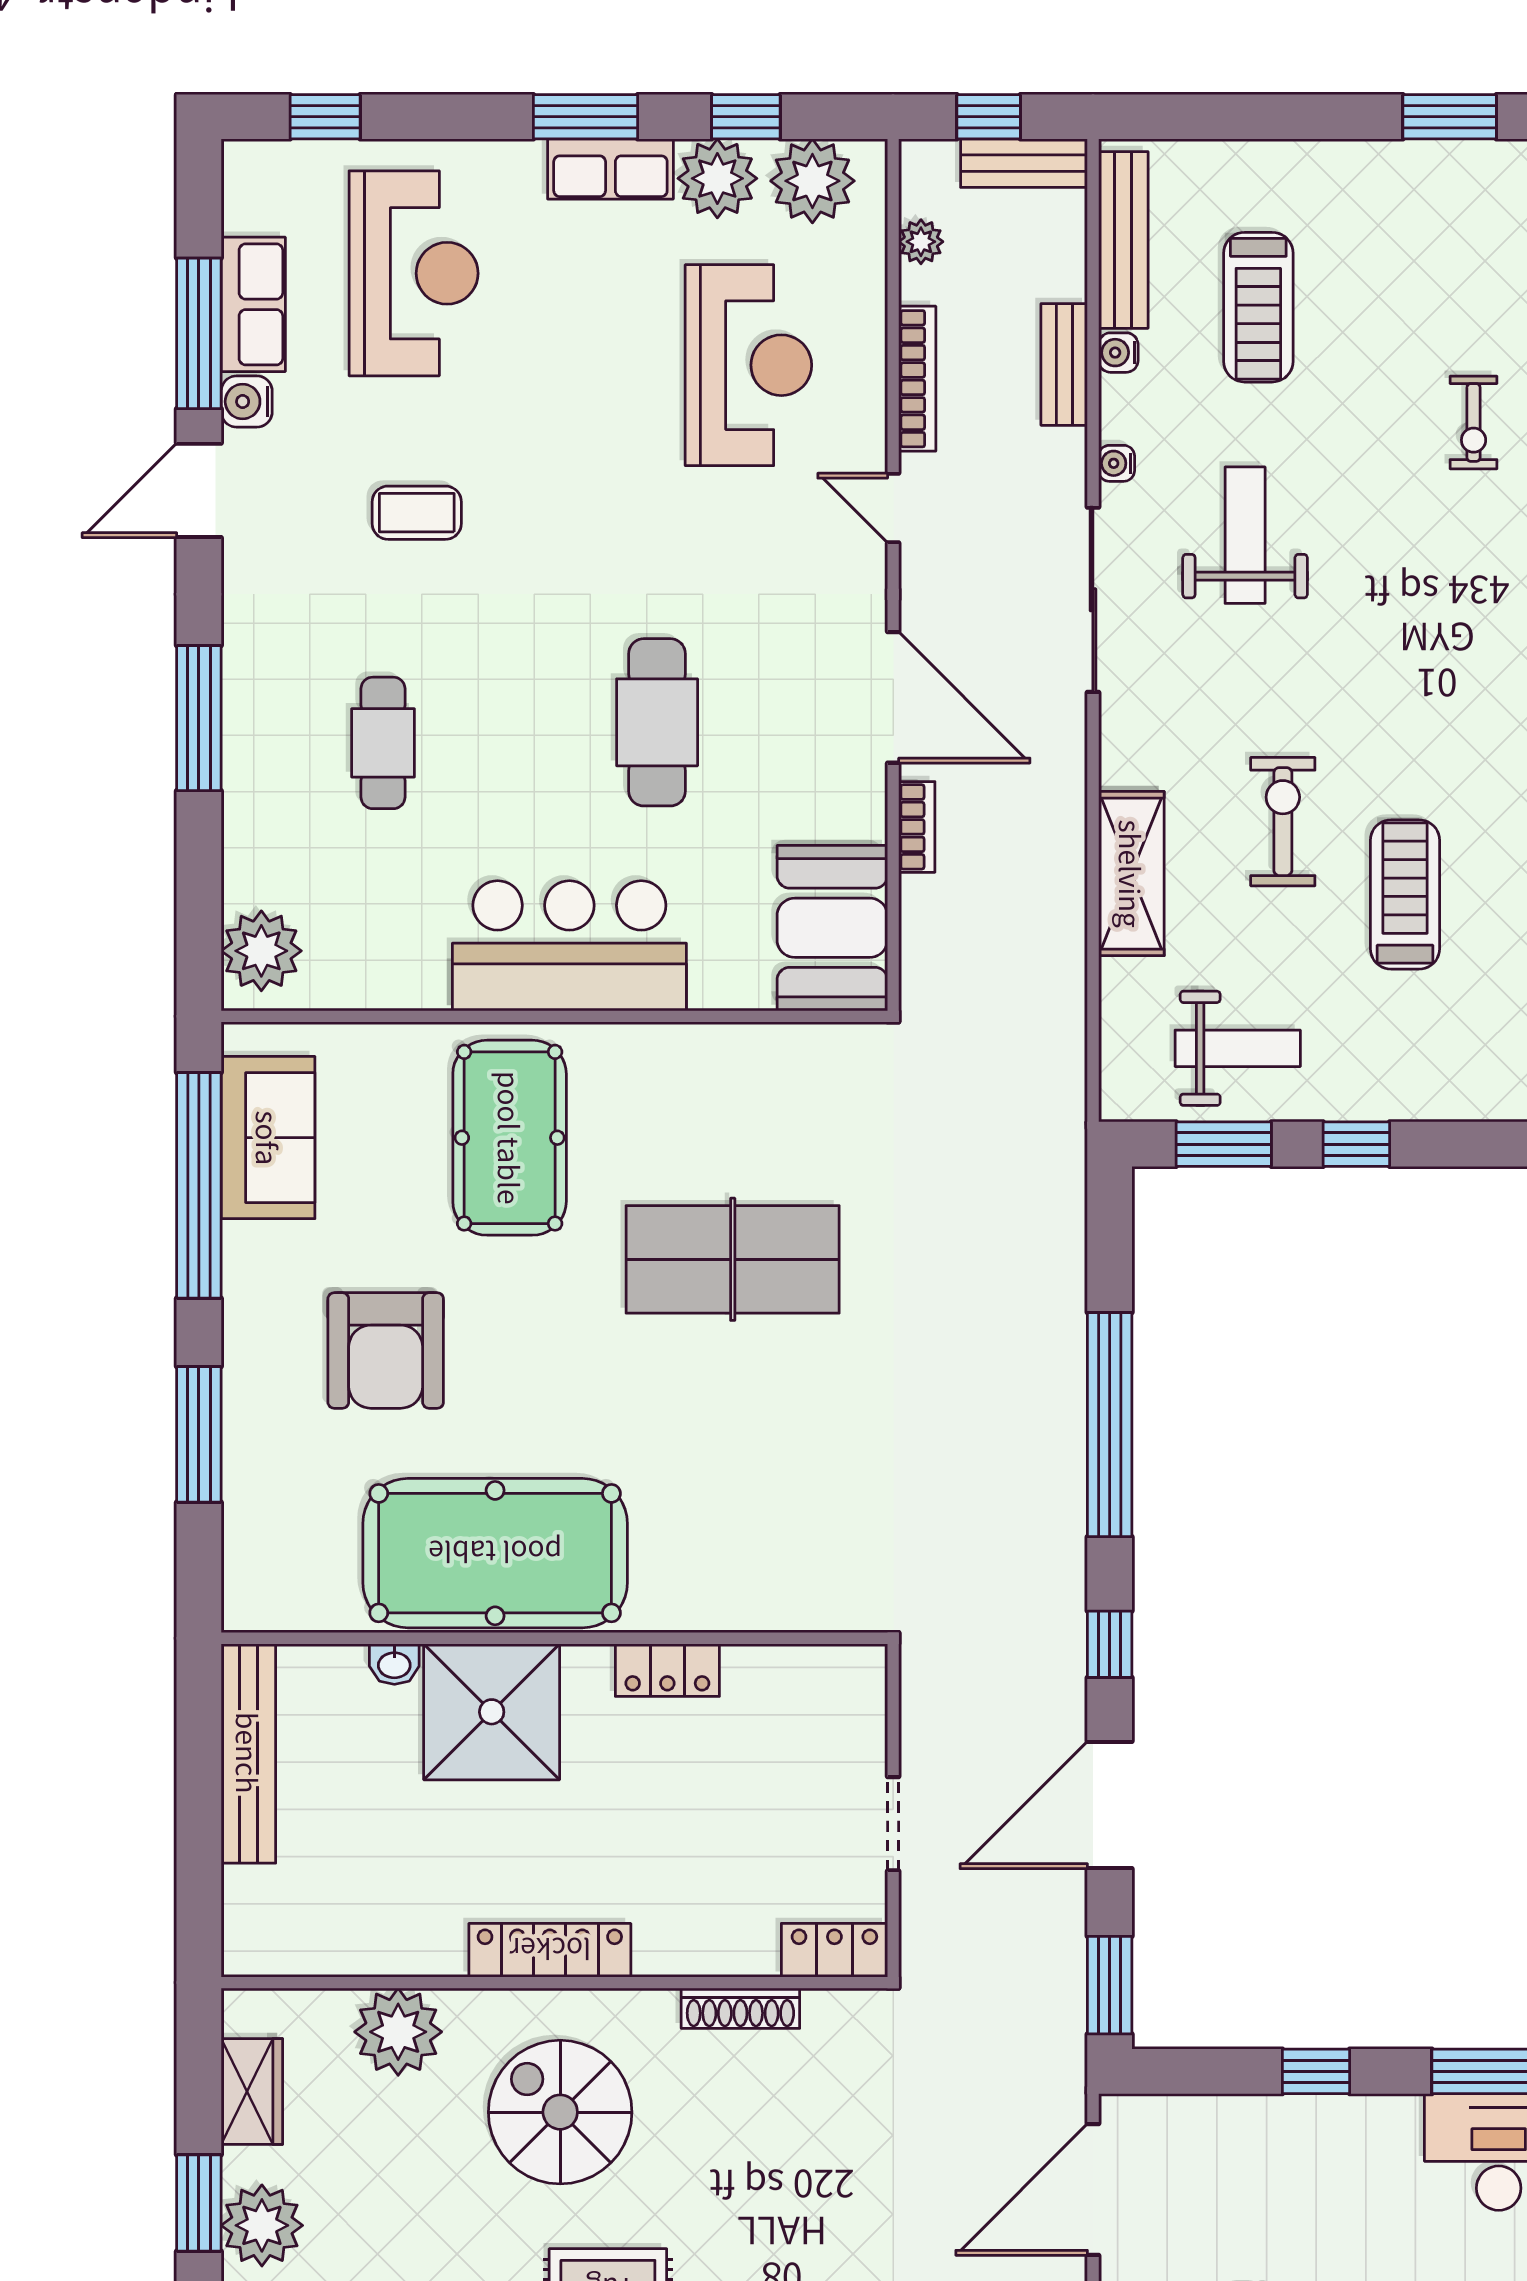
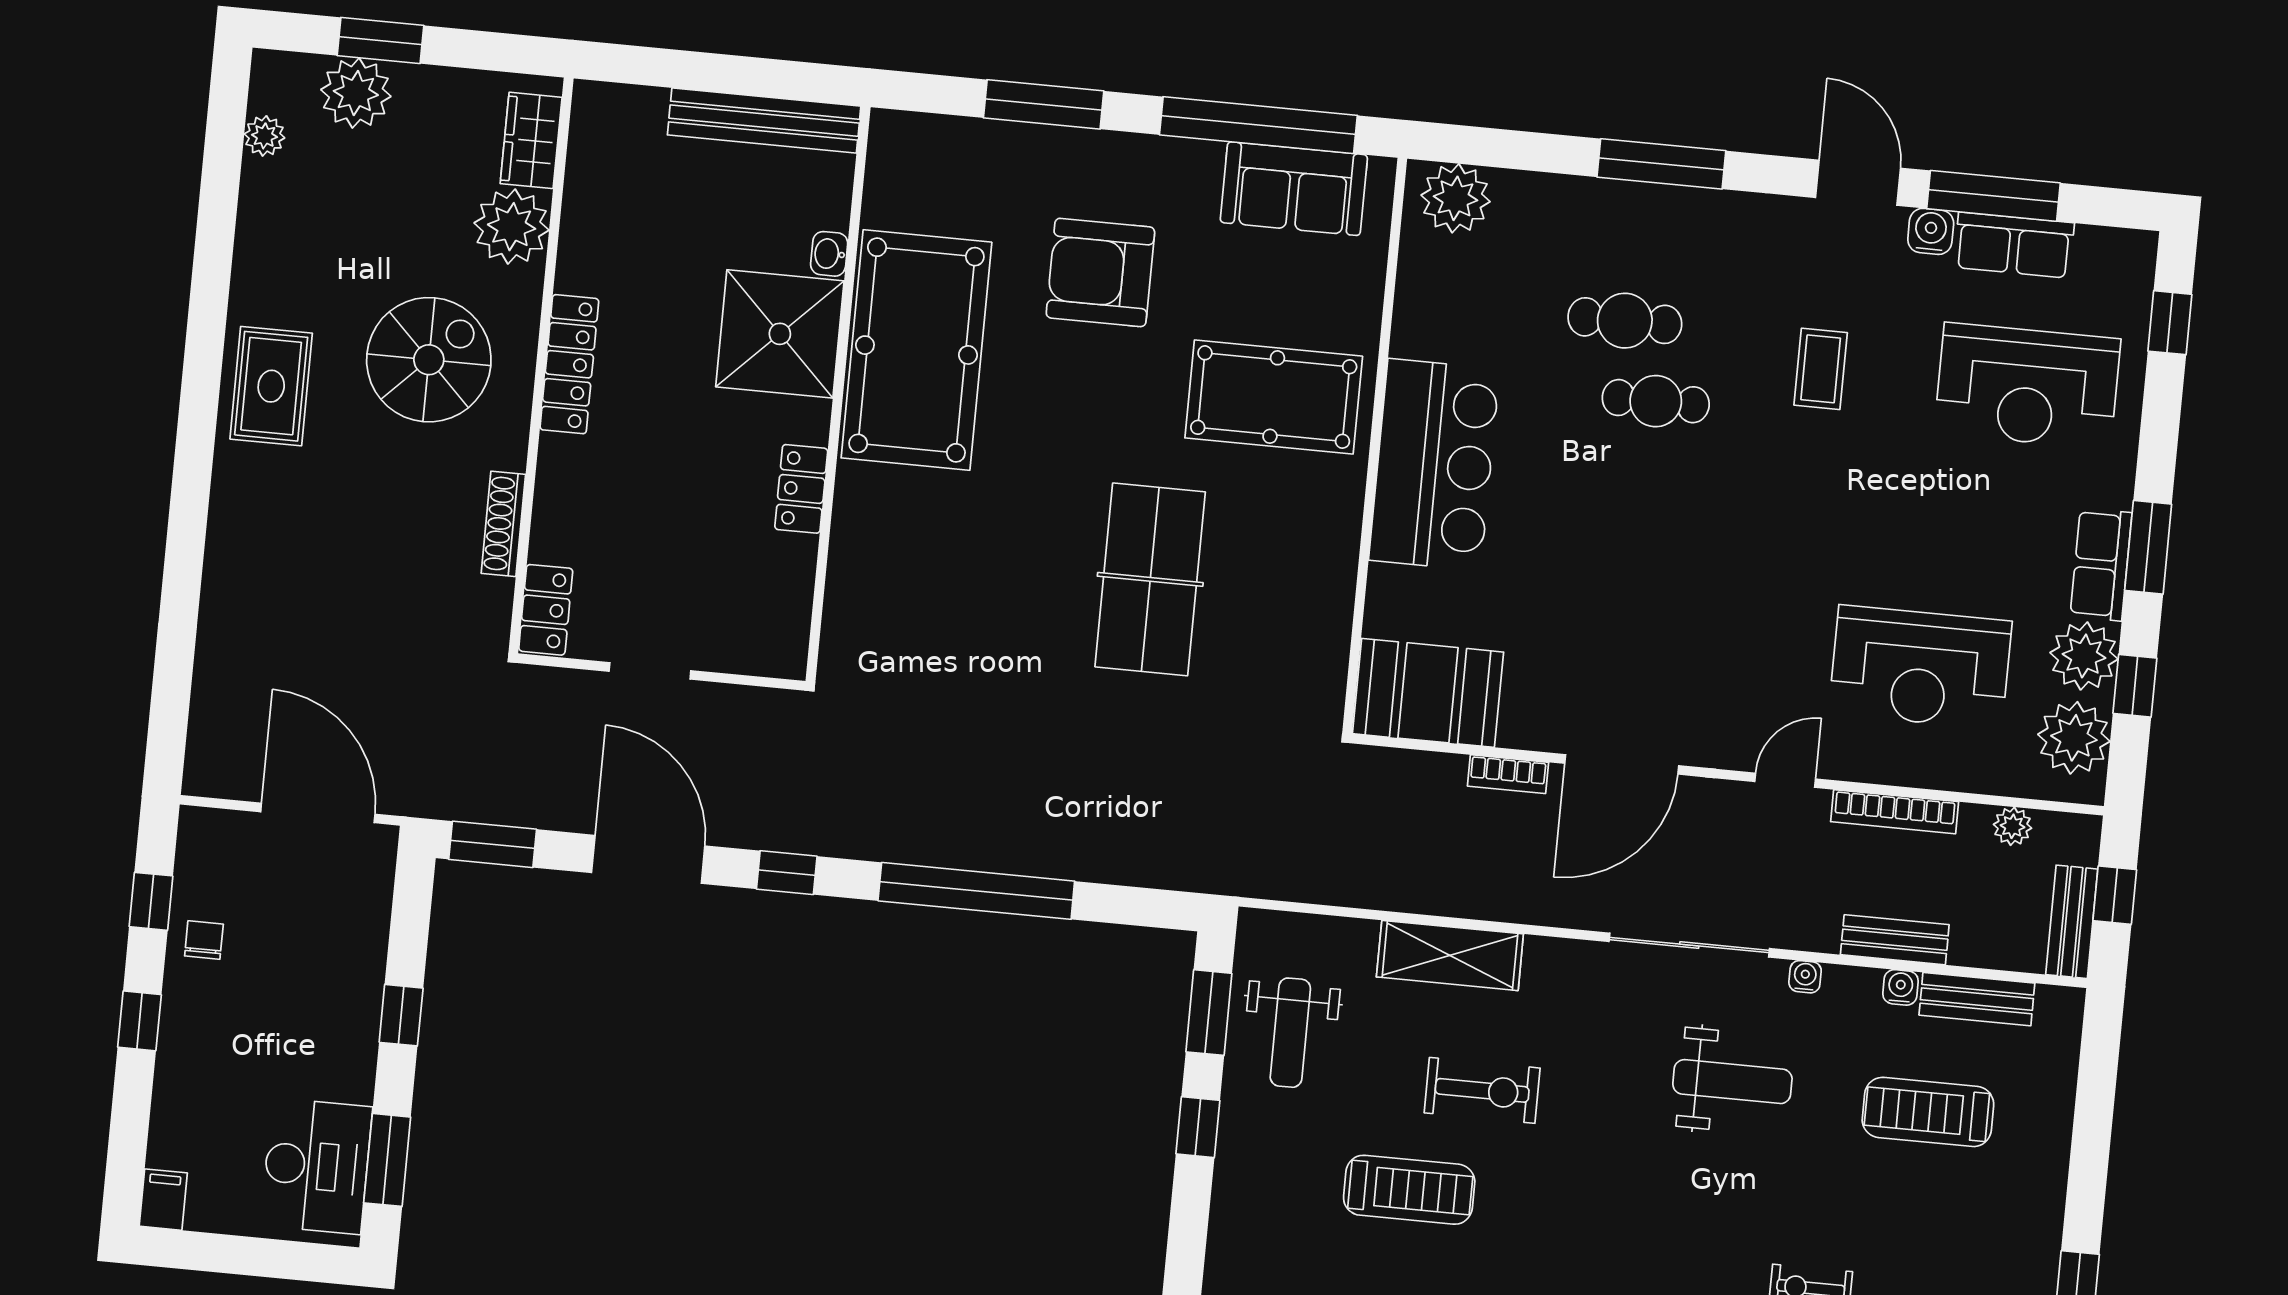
bench: (1123, 240) -> (1977, 999), width x0.73
cafe table: (657, 722) -> (1656, 401), moved, width x0.73, depth x0.74
wardrobe: (252, 2092) -> (531, 140), moved, turned 90

